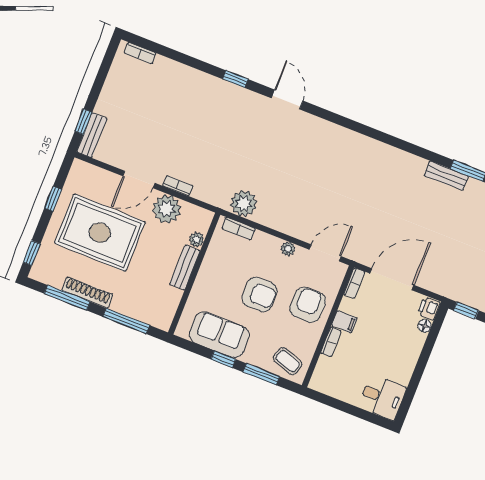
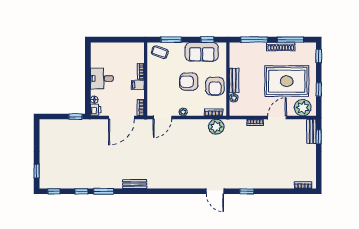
bench: (446, 176) -> (135, 184), moved
plant: (167, 209) -> (303, 108), moved
armchair: (308, 305) -> (215, 86), moved
window: (223, 359) -> (207, 40), moved
desk: (382, 397) -> (102, 78), moved

